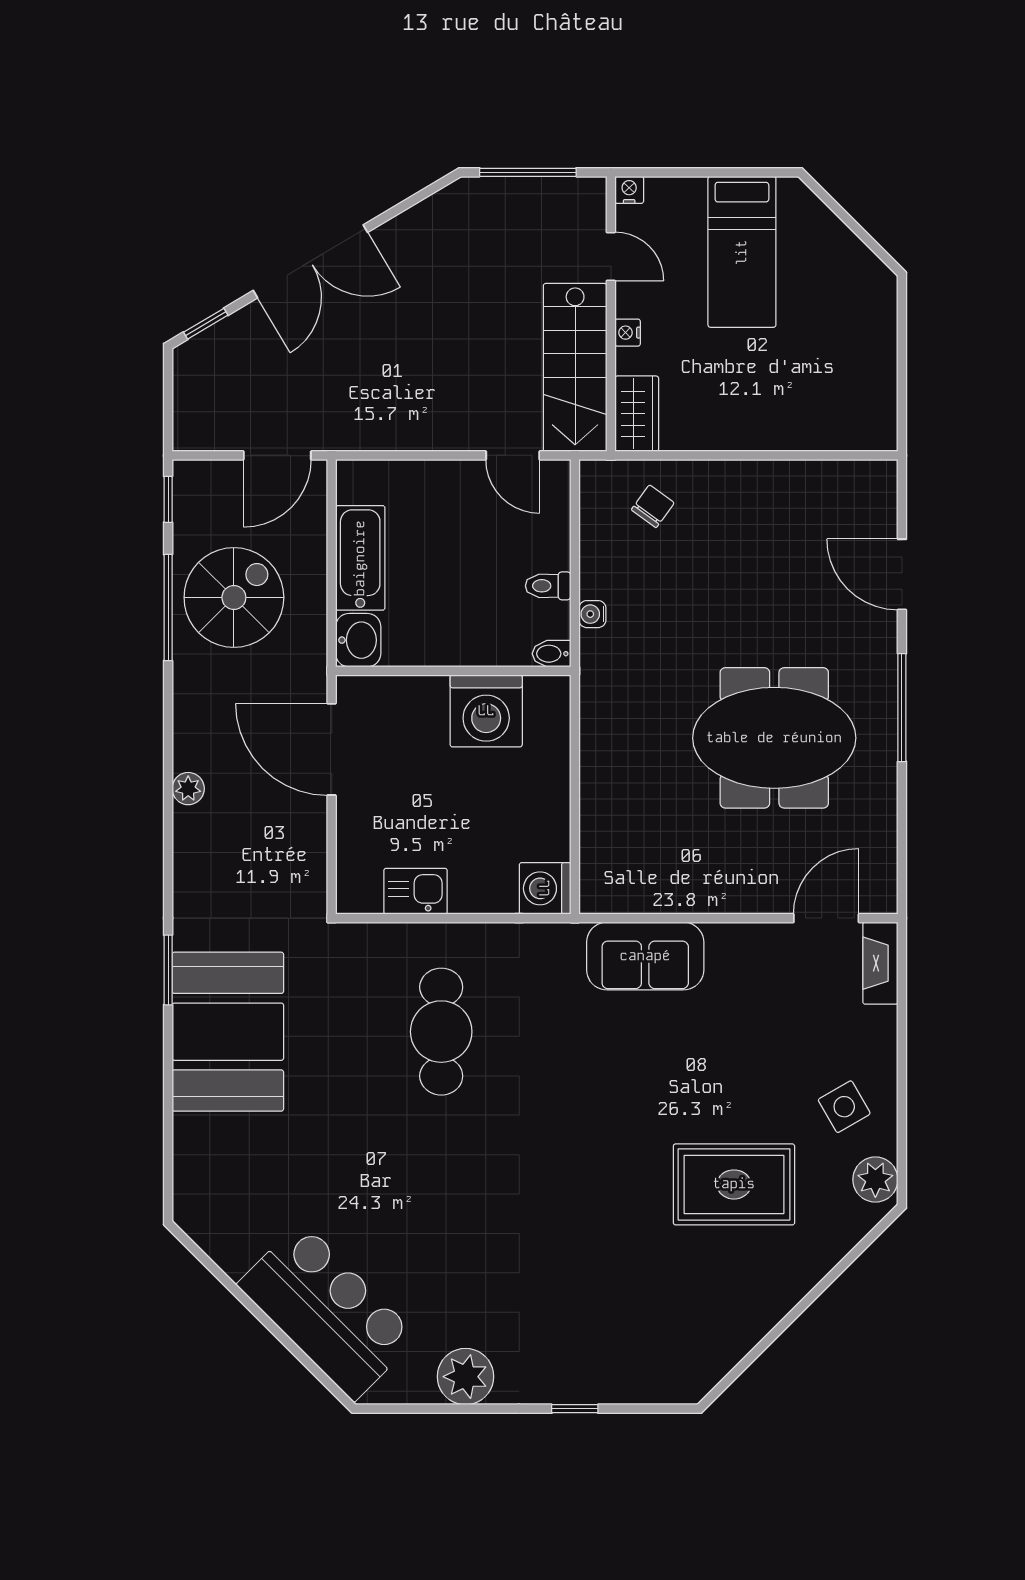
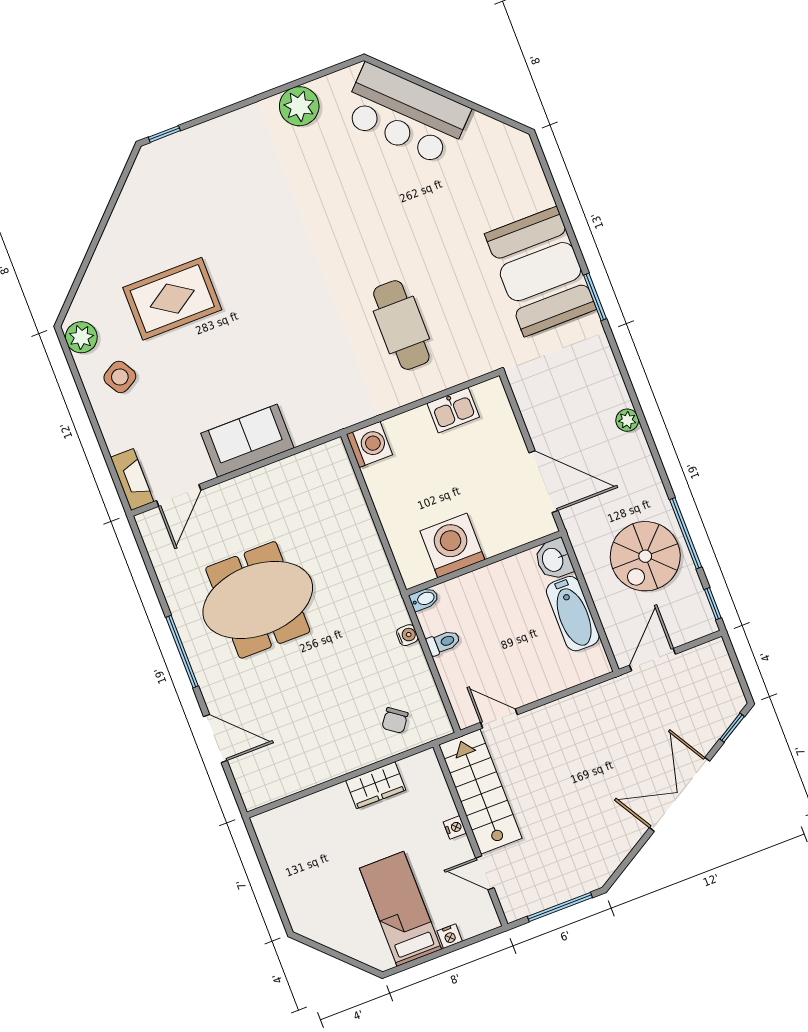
nightstand: (629, 190) -> (450, 936), moved
wardrobe: (637, 414) -> (376, 785), moved, turned -90
sofa: (645, 956) -> (247, 441), moved
window: (575, 1409) -> (164, 134), moved

